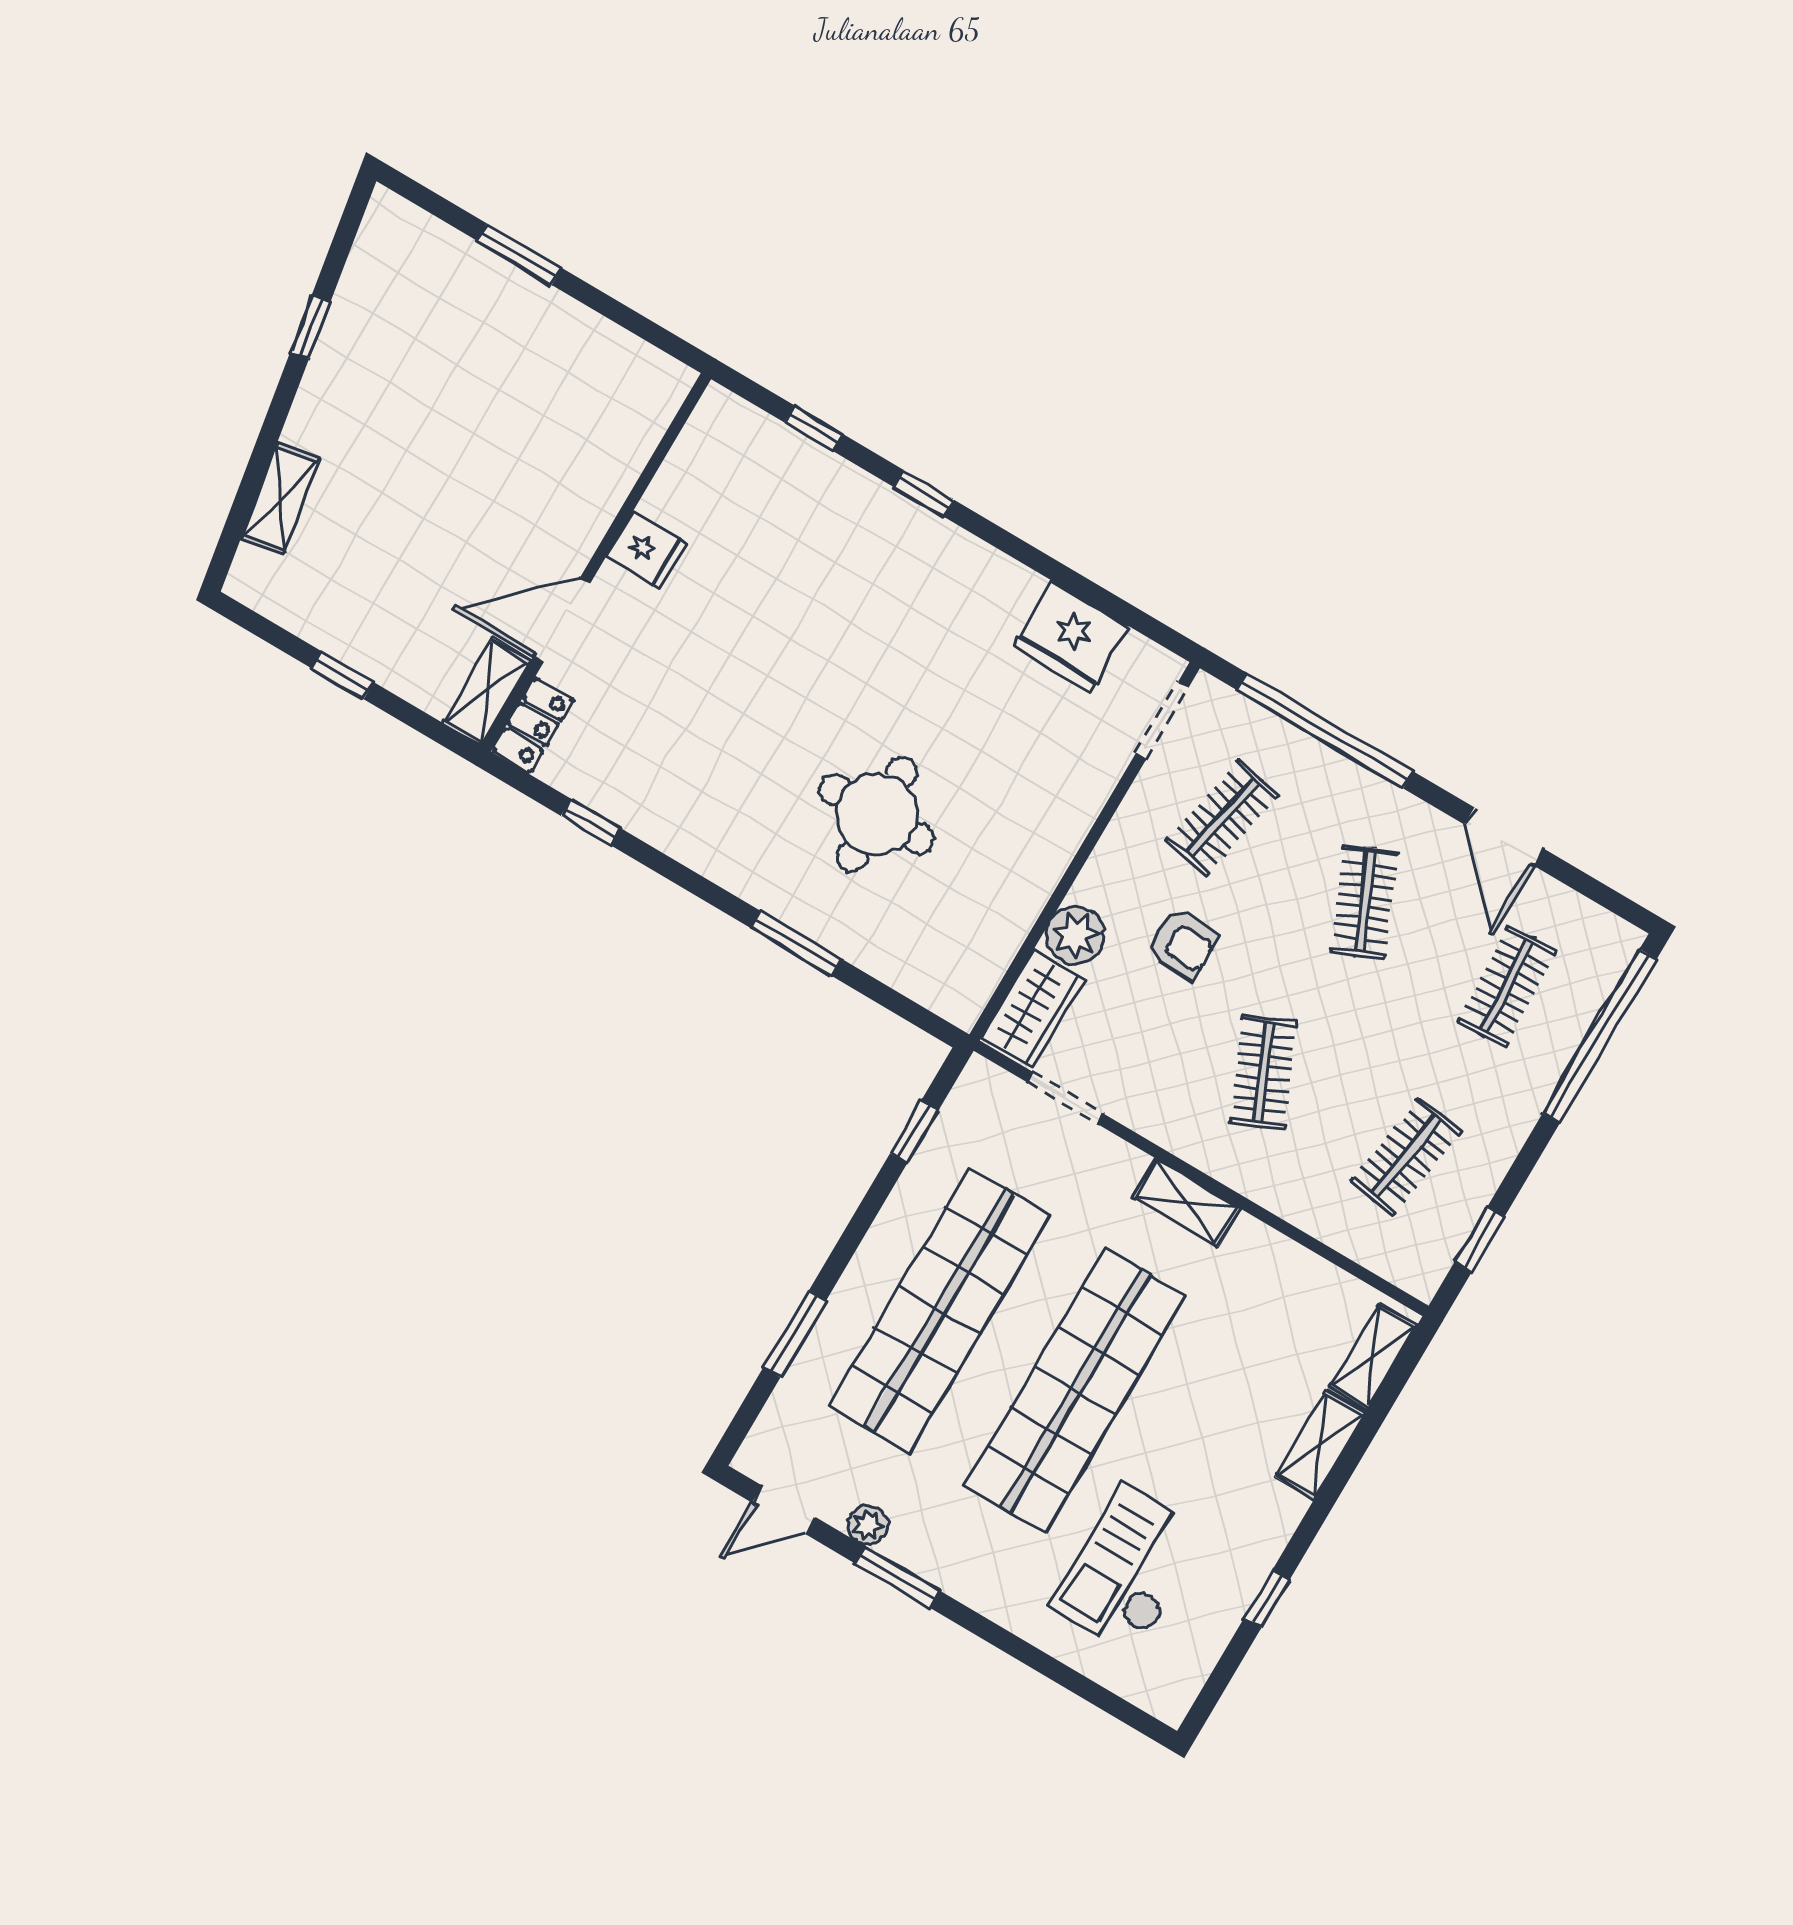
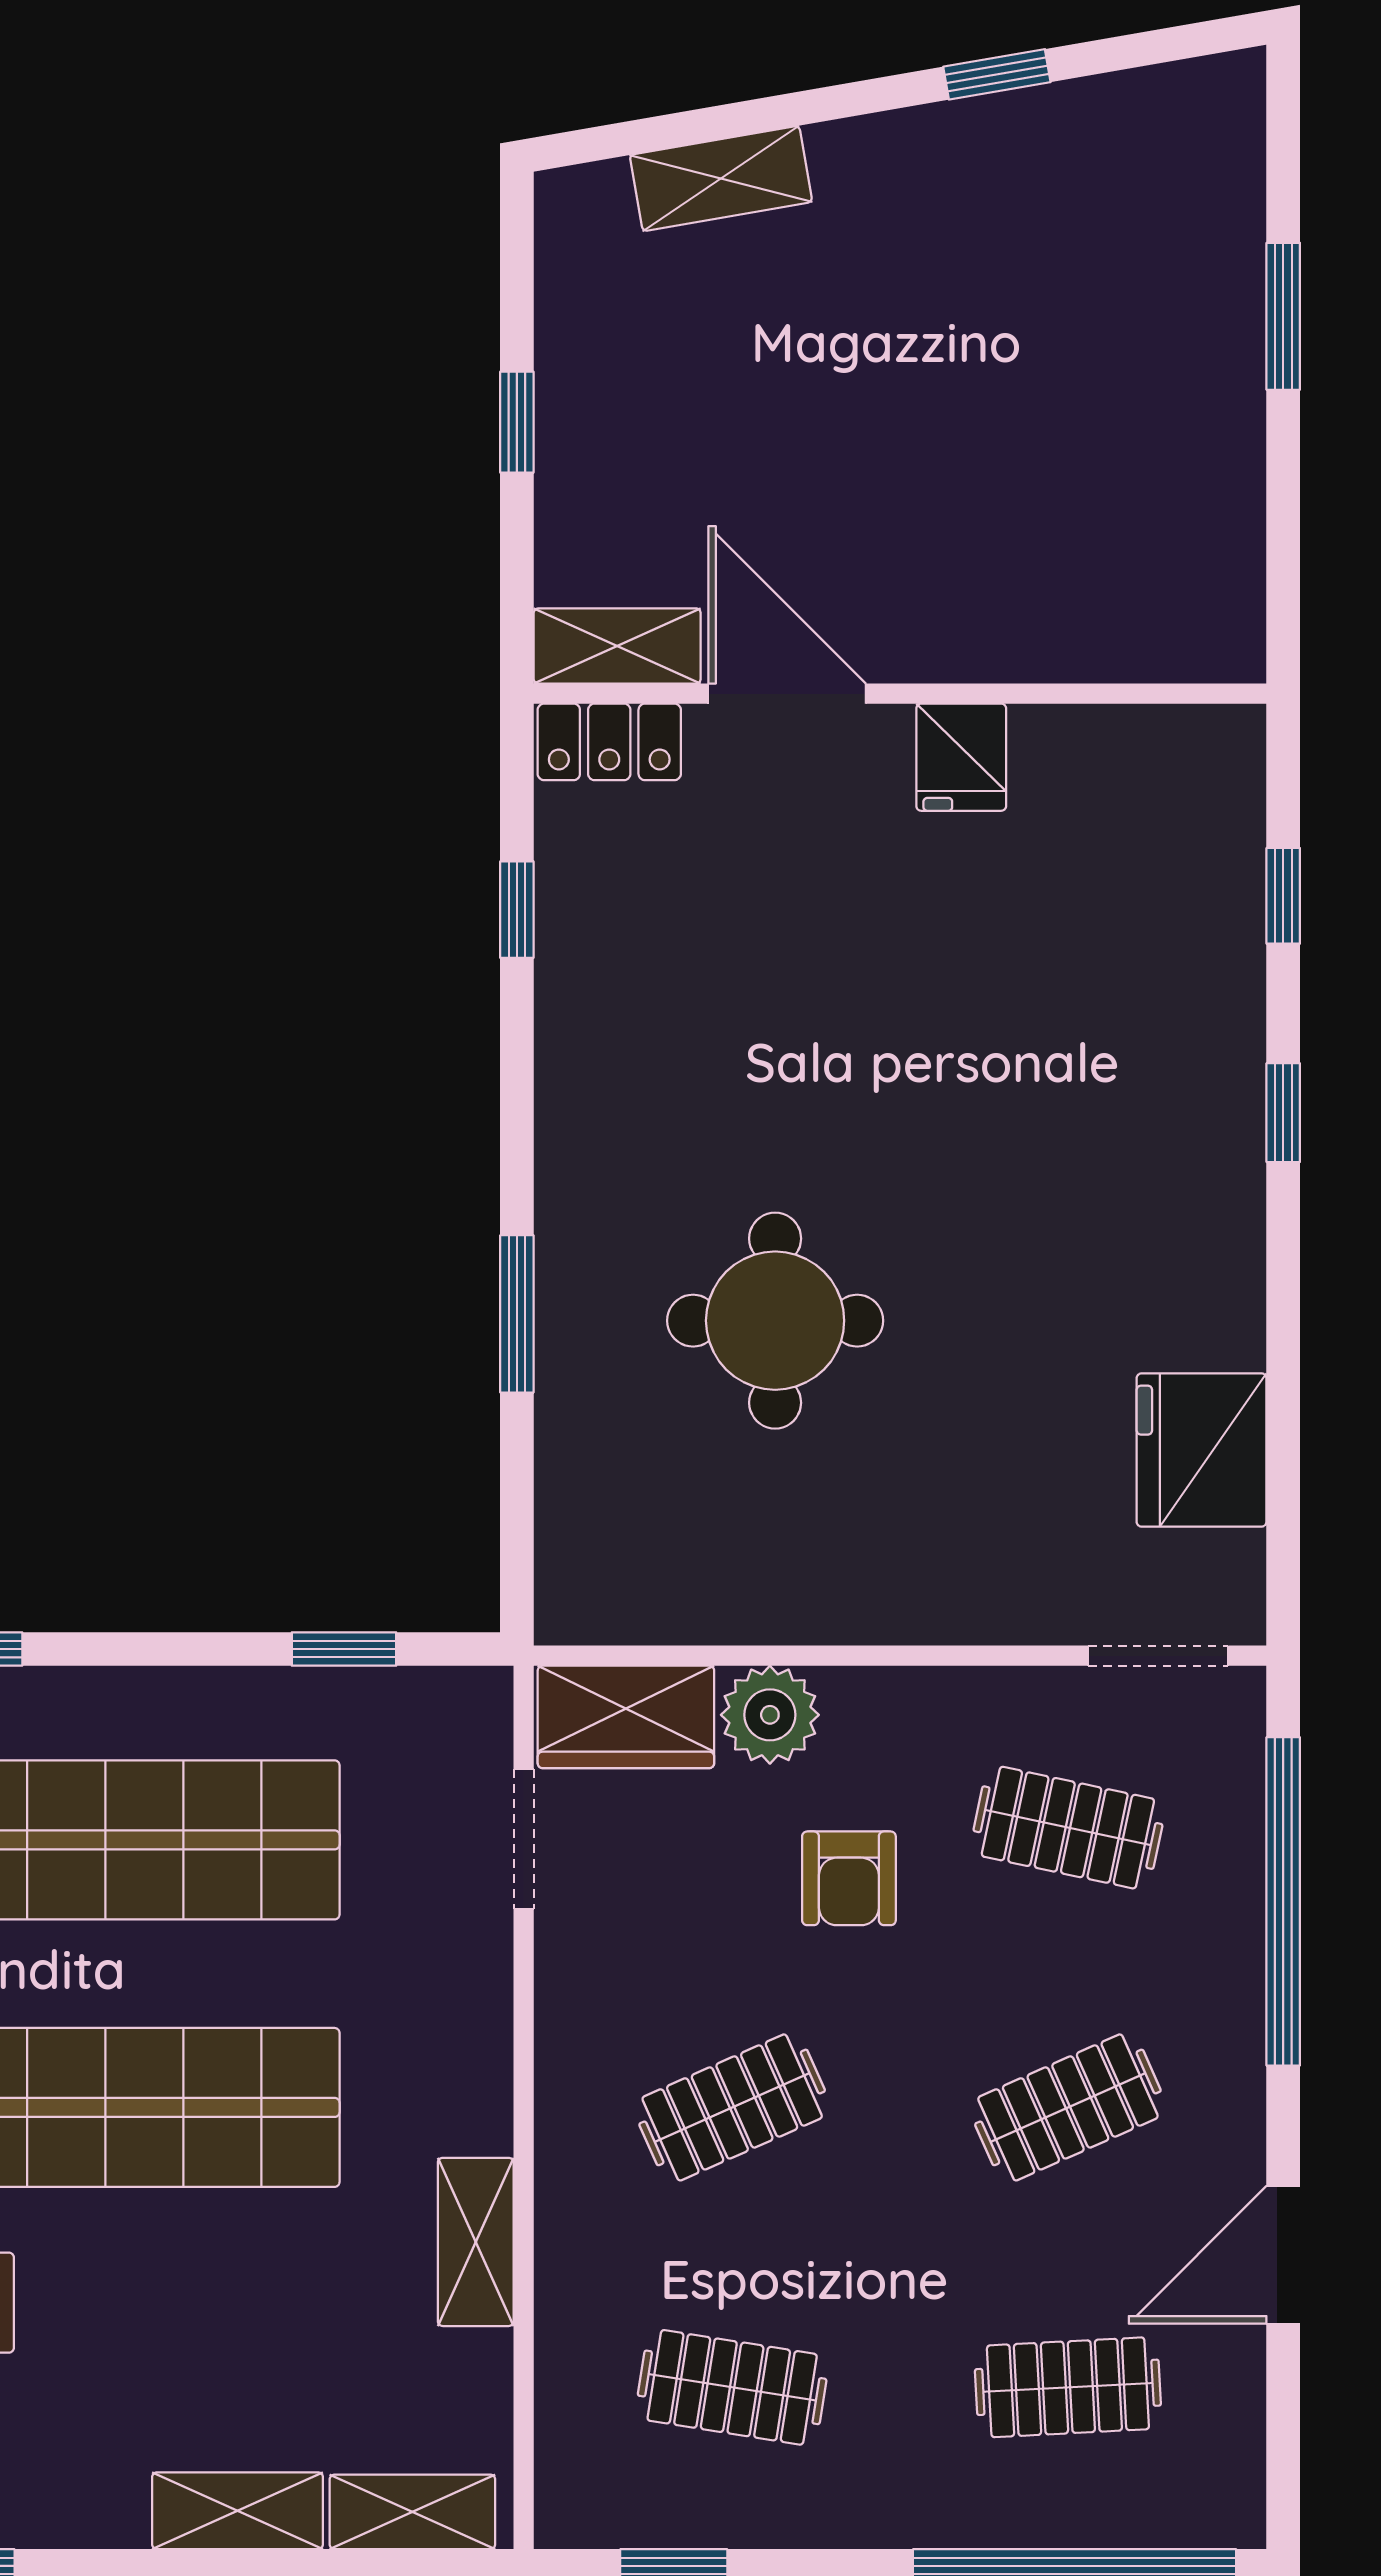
shelving: (1186, 1203) -> (476, 2242), moved

